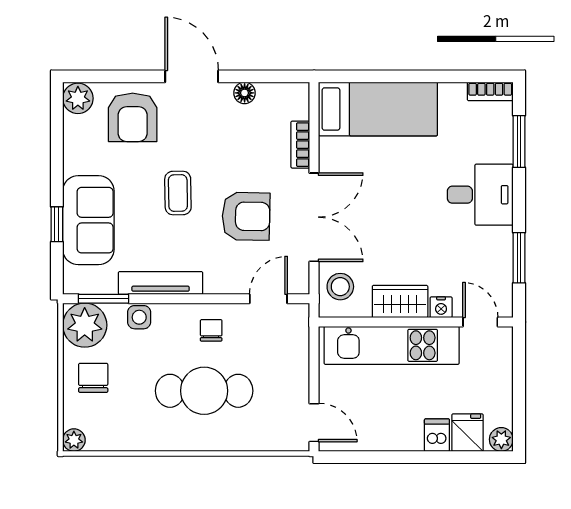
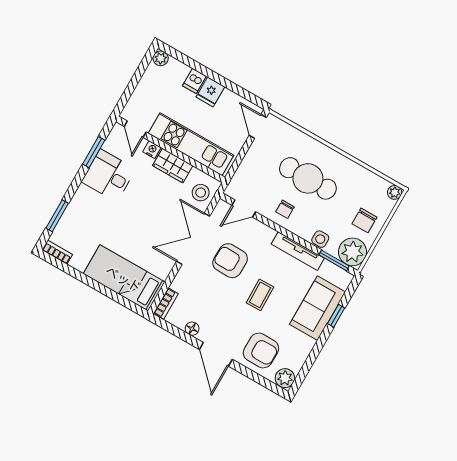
armchair: (133, 117) -> (261, 350), turned 90
bookcase: (300, 145) -> (166, 304), moved
desk: (480, 195) -> (109, 175), moved
fridge: (467, 433) -> (210, 92), moved

